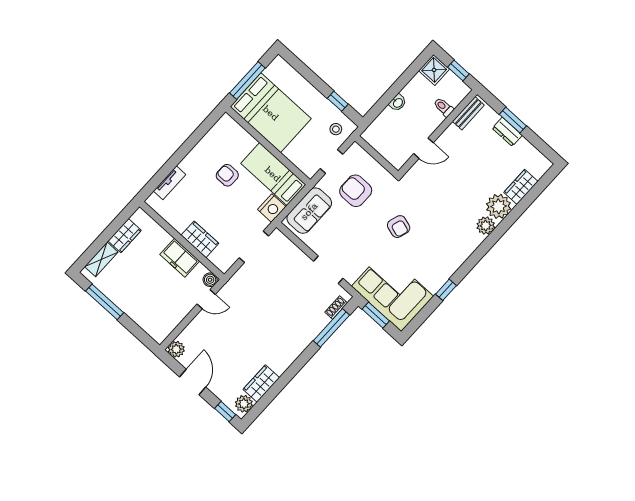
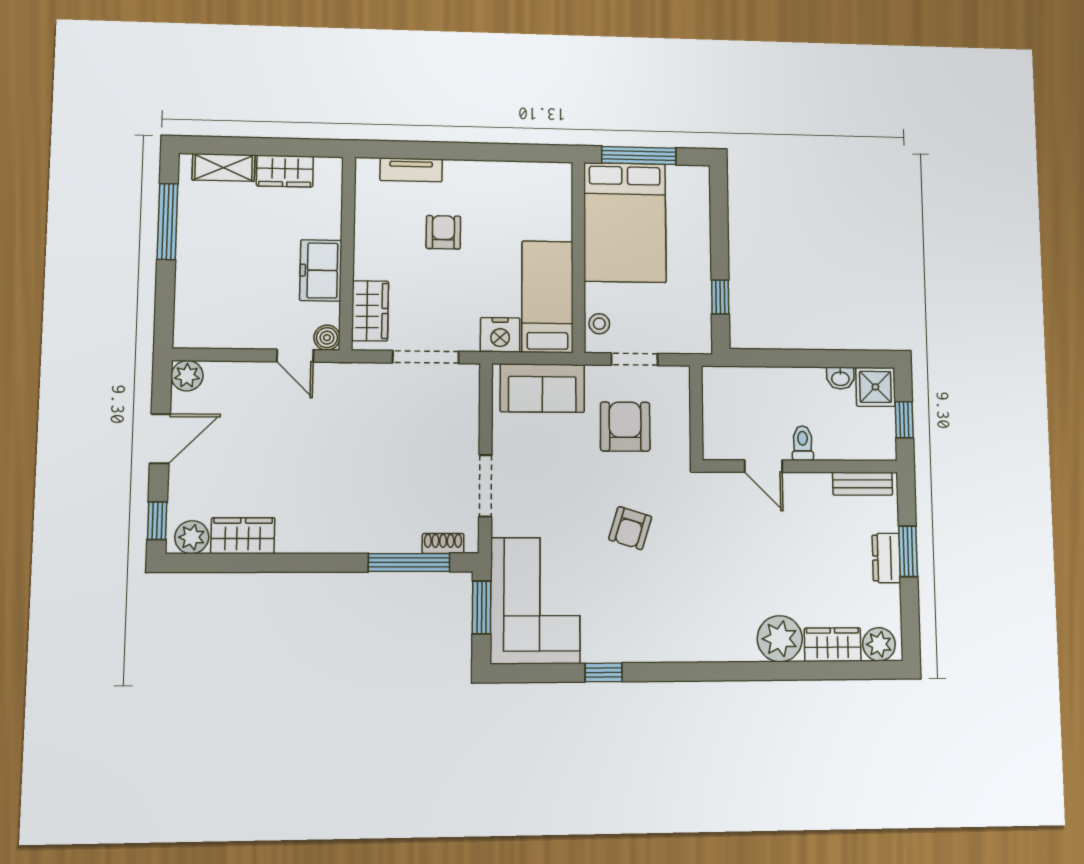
washbasin: (398, 103) -> (840, 378), moved
toilet: (444, 107) -> (803, 443), moved
stool: (336, 129) -> (599, 324), moved
armchair: (227, 175) -> (443, 232), moved
plant: (486, 226) -> (879, 644), moved
wardrobe: (200, 239) -> (370, 311), moved

